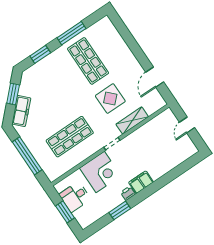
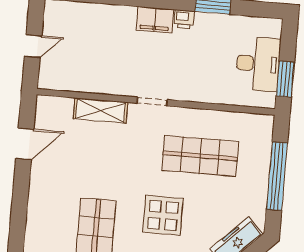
display table: (110, 99) -> (163, 215), moved
corner desk: (100, 172) -> (198, 77), removed
desk: (75, 197) -> (258, 64), width x1.37
window: (65, 212) -> (285, 79), moved

